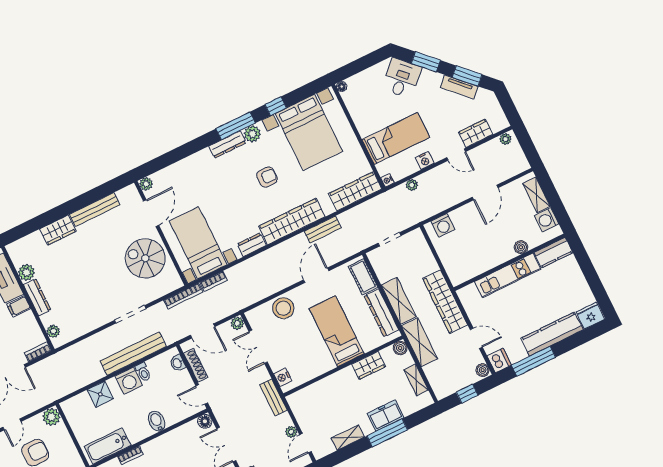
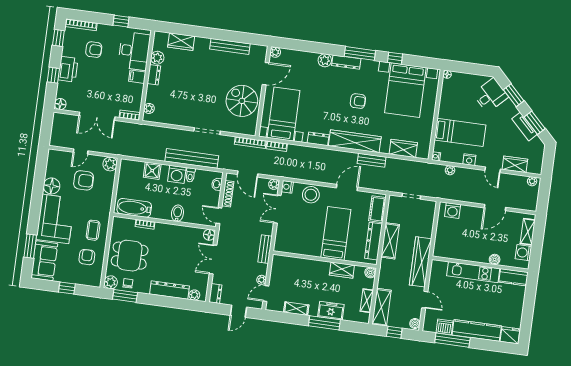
plant: (252, 134) -> (325, 60), moved
wardrobe: (355, 191) -> (403, 148), width x0.67
wardrobe: (58, 230) -> (181, 42), moved
dresser: (37, 297) -> (154, 75), width x0.70
shelving: (419, 342) -> (381, 307), moved
dishwasher: (499, 361) -> (445, 327), moved, turned -90
nightstand: (283, 377) -> (287, 187), moved

